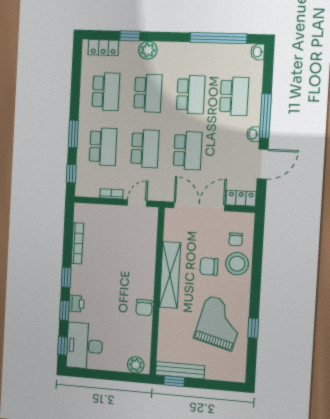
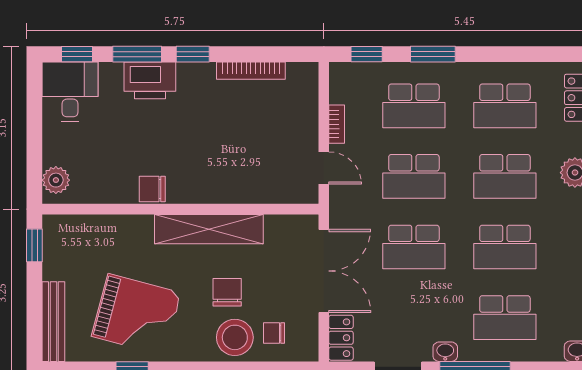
printer: (76, 304) -> (150, 80), width x1.87, depth x1.48
window: (64, 310) -> (137, 54), width x1.50
desk: (85, 346) -> (70, 92), width x0.73
bench: (180, 370) -> (53, 322), moved

